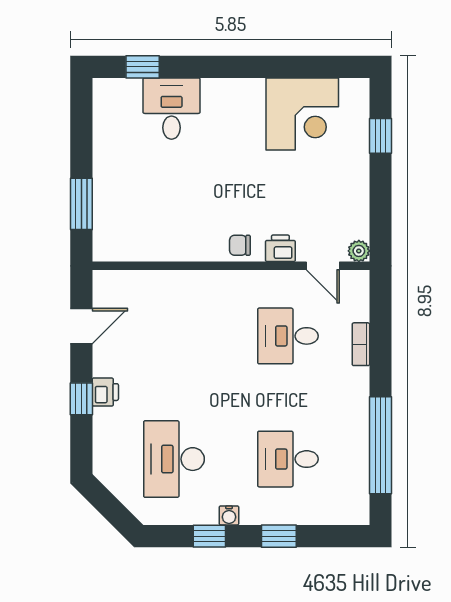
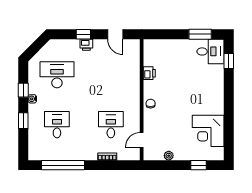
desk: (172, 109) -> (210, 51), moved
window: (81, 204) -> (200, 34), moved
printer: (280, 248) -> (149, 73), moved
plant: (359, 251) -> (169, 156), moved

